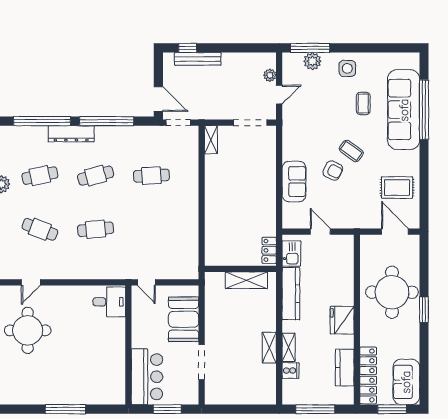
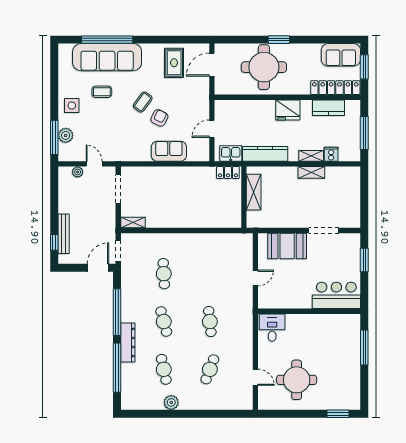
desk: (109, 302) -> (272, 328), moved
wall: (128, 345) -> (309, 311), moved
bar counter: (147, 377) -> (336, 295), moved

